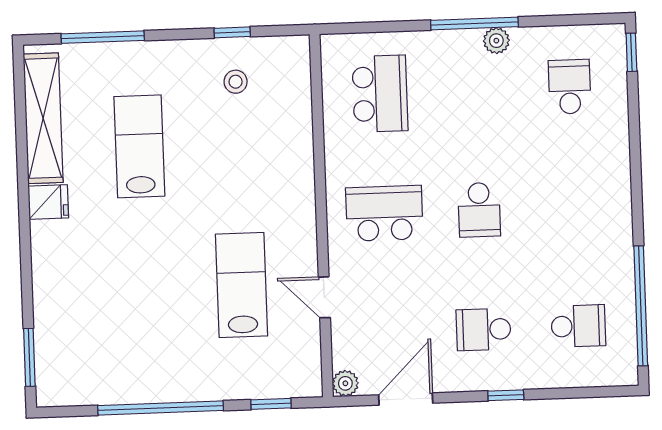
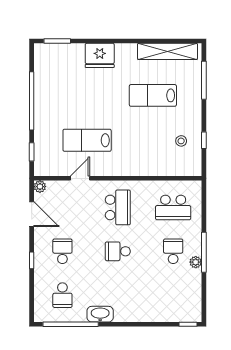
school desk: (570, 87) -> (173, 251), moved, turned -90
lab bench: (139, 146) -> (153, 95), turned 180
fridge: (48, 202) -> (100, 55), moved, width x1.88, depth x1.34
washbasin: (616, 243) -> (100, 314), added
lab bench: (242, 285) -> (87, 140), turned 180

